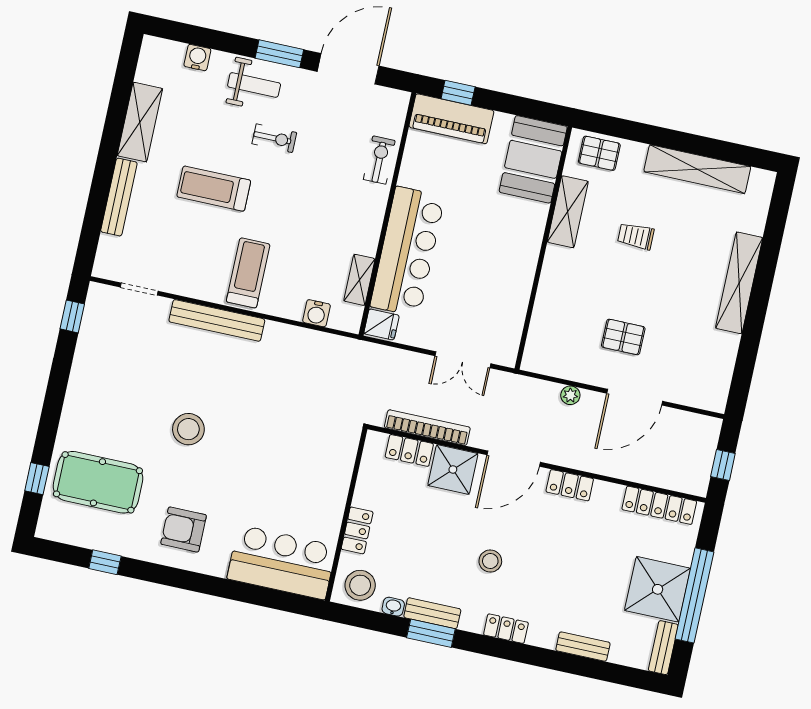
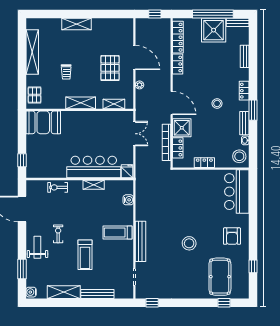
window: (279, 54) -> (22, 269), moved
water cooler: (197, 58) -> (31, 292), moved
piano: (451, 119) -> (34, 161), removed
shelving: (568, 212) -> (81, 103), moved
shelving: (359, 280) -> (94, 185), moved
shelving: (739, 283) -> (76, 24), width x0.68
shelving: (540, 328) -> (114, 104), added
pallet: (623, 337) -> (110, 68), width x1.50, depth x1.42
locker: (570, 485) -> (178, 64), moved
locker: (357, 530) -> (204, 163), moved
window: (431, 633) -> (253, 110), moved

